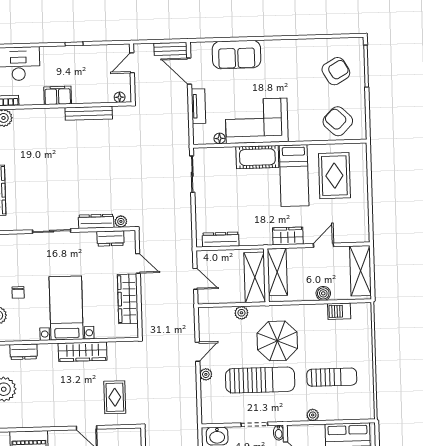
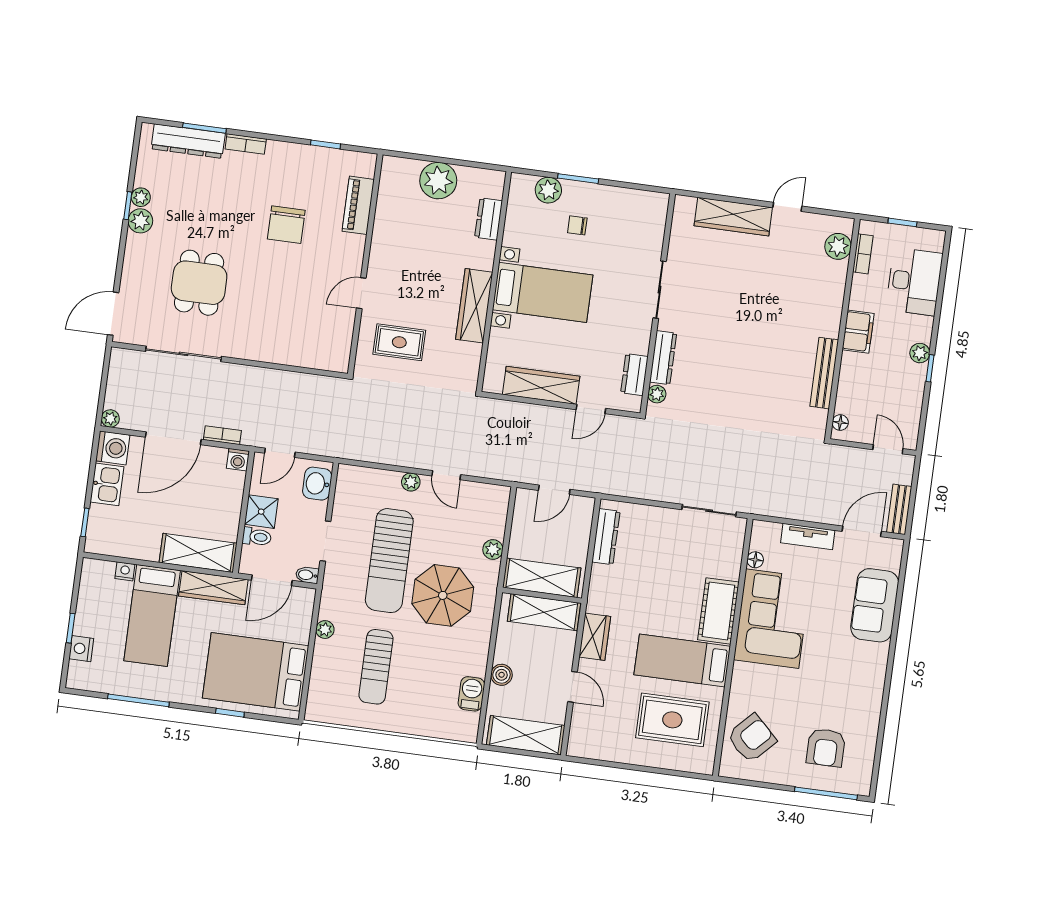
plant: (65, 52) -> (920, 353), added
armchair: (336, 71) -> (826, 748), turned 30

